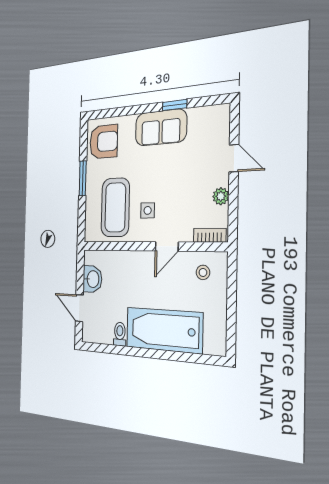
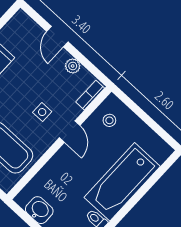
door: (234, 158) -> (57, 37), swing flipped
side table: (148, 210) -> (42, 112), moved

